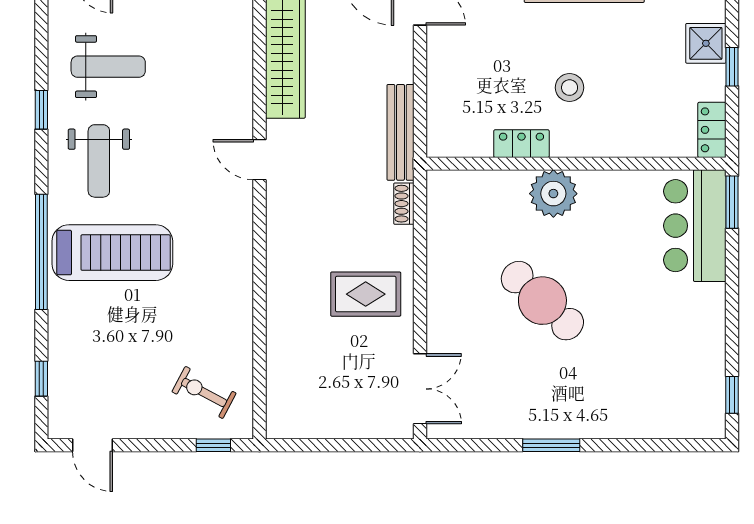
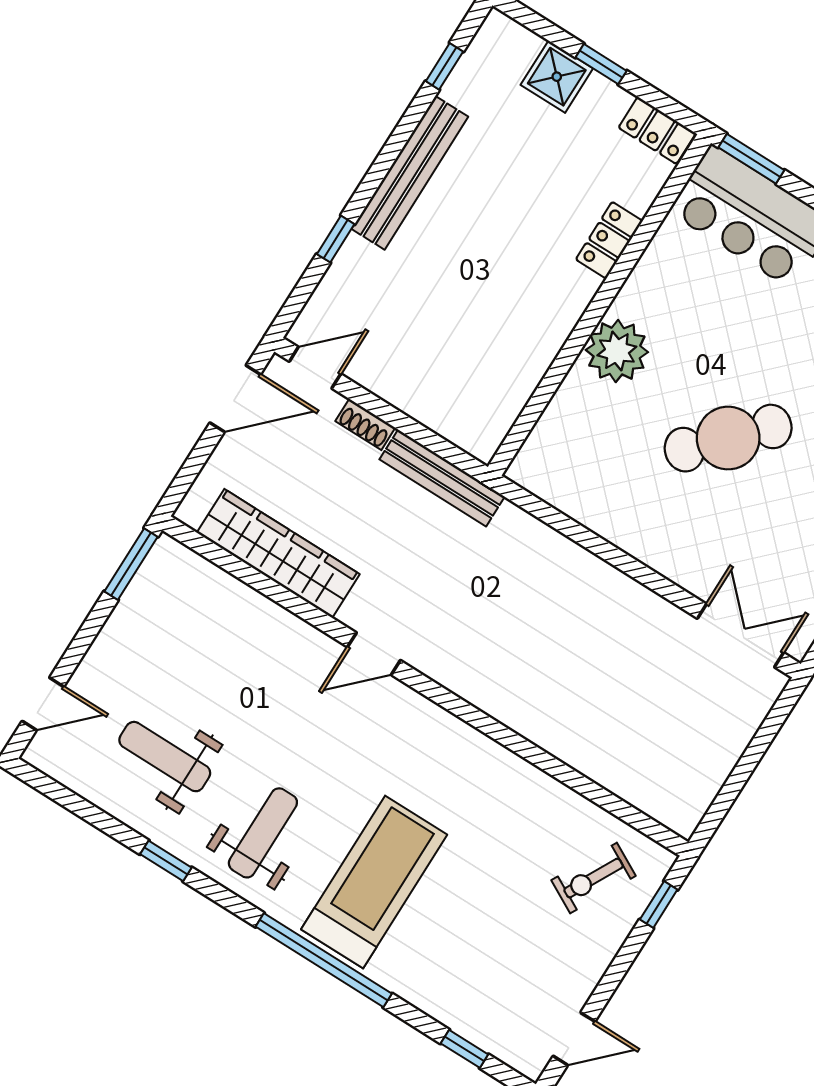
weight bench: (108, 67) -> (165, 757), turned -90
stool: (570, 88) -> (511, 259), removed
locker: (521, 144) -> (609, 240), moved
weight bench: (99, 161) -> (263, 833), turned -90
shoe rack: (404, 204) -> (365, 424), moved
rug: (366, 294) -> (597, 630), removed

